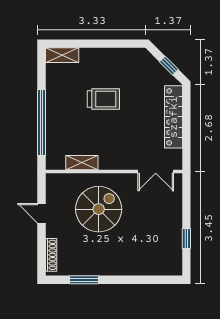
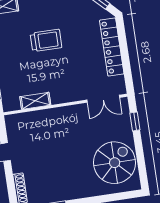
spiral stairs: (99, 209) -> (115, 163), moved
window: (186, 238) -> (135, 121), moved

